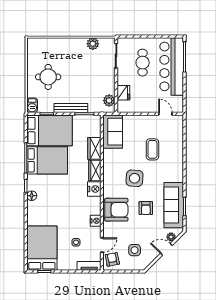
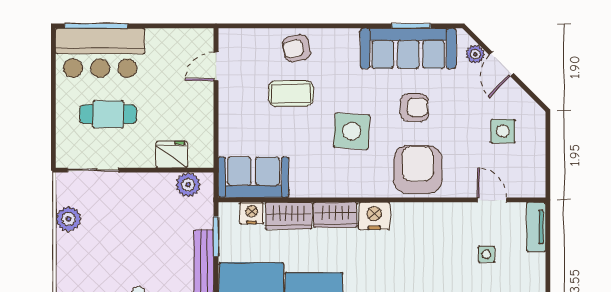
bar counter: (172, 66) -> (100, 53), width x0.73
nightstand: (96, 221) -> (252, 213), moved
armchair: (112, 259) -> (296, 48), moved

